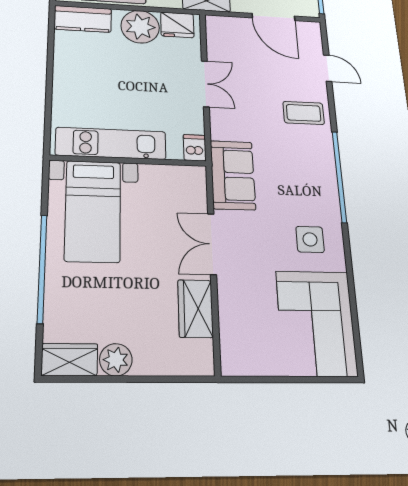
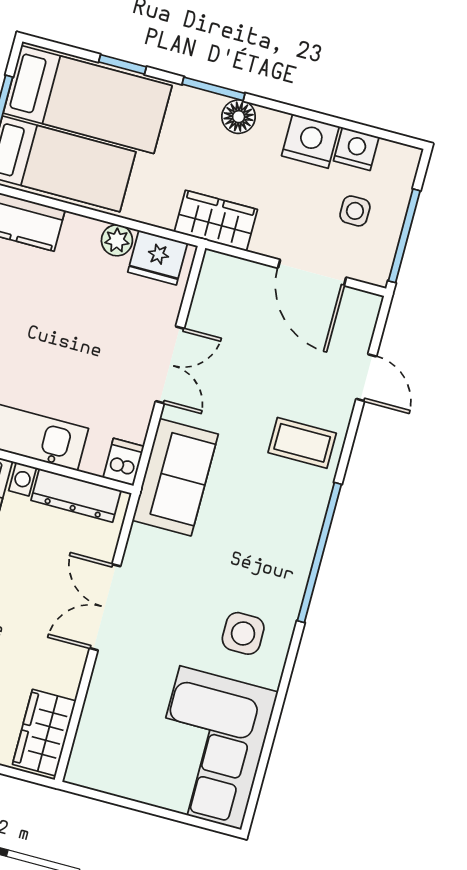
plant: (140, 27) -> (117, 240), width x0.53, depth x0.53
dresser: (170, 175) -> (76, 495), added
sofa: (233, 175) -> (175, 477), moved
wardrobe: (195, 309) -> (44, 733), moved

